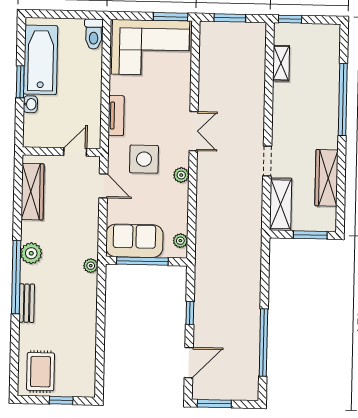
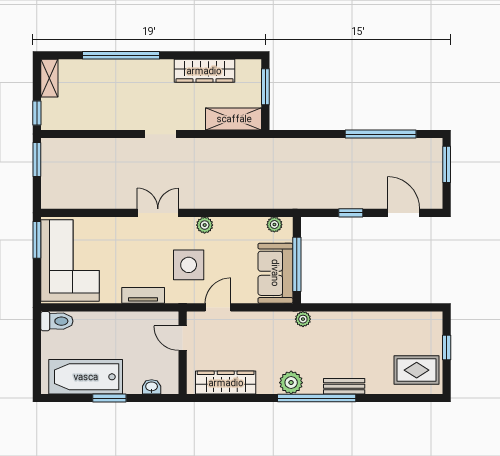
window: (230, 18) -> (37, 159), moved
shelving: (281, 63) -> (49, 78), moved, turned 90
washbasin: (30, 104) -> (152, 387), moved
doorway: (267, 161) -> (161, 134), moved
window: (214, 404) -> (447, 164), moved

